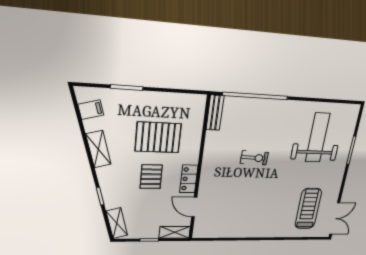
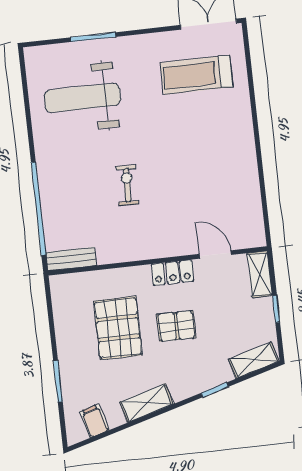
door: (194, 207) -> (215, 254), swing flipped

